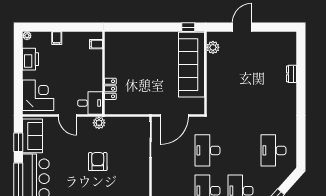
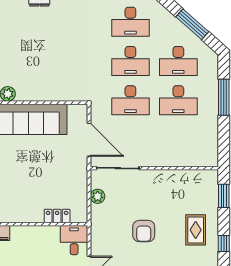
plant: (99, 123) -> (98, 196), moved
desk: (241, 150) -> (130, 61), added
armchair: (98, 162) -> (144, 231), turned -90

